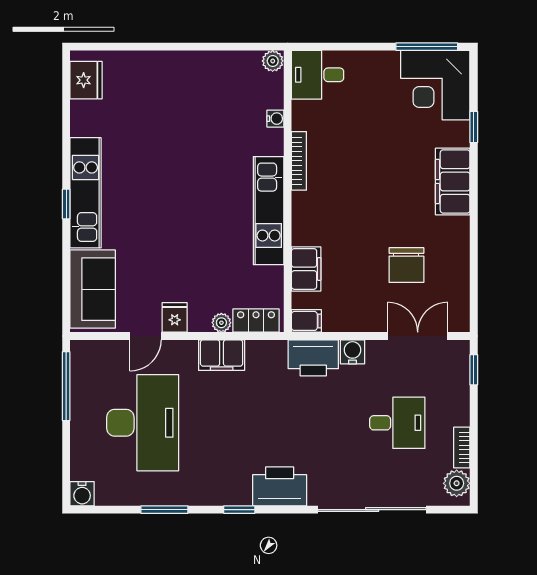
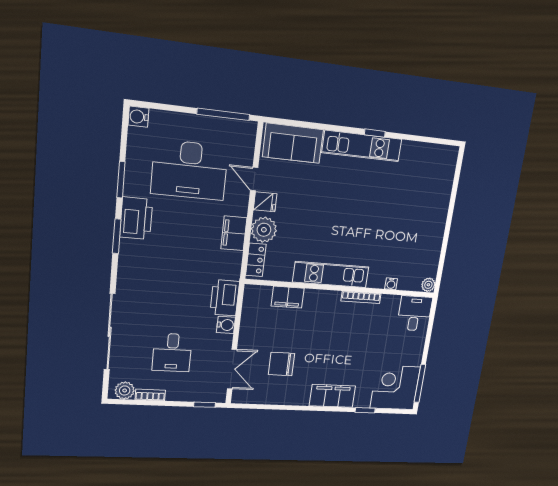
fridge: (86, 80) -> (438, 155), removed
window: (66, 204) -> (375, 133), moved
filing cabinet: (306, 321) -> (251, 295), removed
plant: (221, 323) -> (264, 230), width x1.88, depth x1.88
printer: (280, 486) -> (136, 218), moved
window: (239, 510) -> (117, 236), width x1.50

